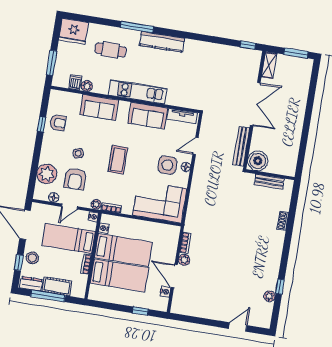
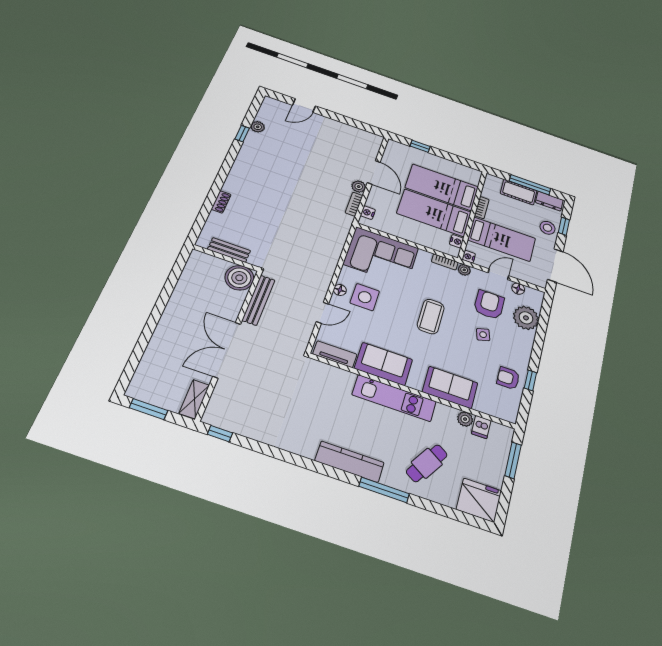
cafe table: (111, 50) -> (427, 463), turned -58
nightstand: (165, 292) -> (368, 213), moved

